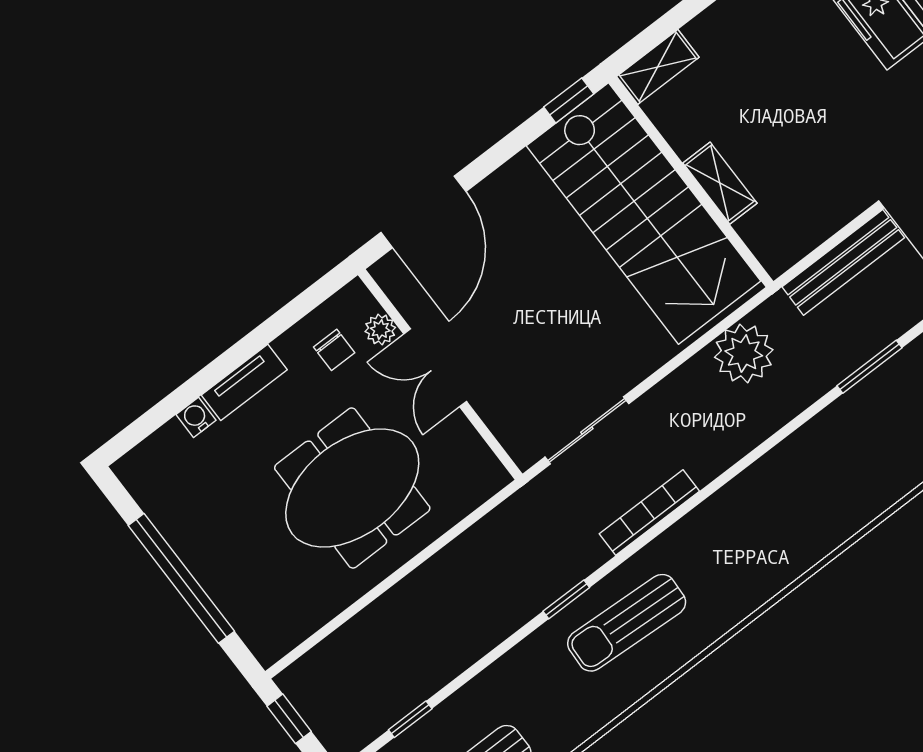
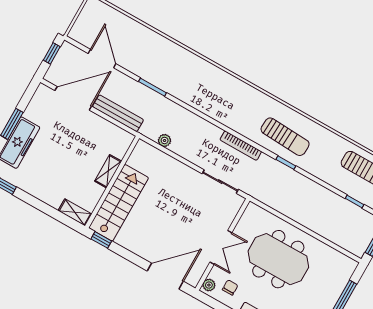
stairs: (643, 213) -> (119, 203), width x0.73, depth x0.66
plant: (380, 329) -> (209, 285), moved
plant: (744, 353) -> (165, 140), width x0.53, depth x0.53

